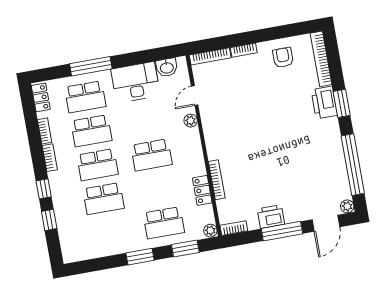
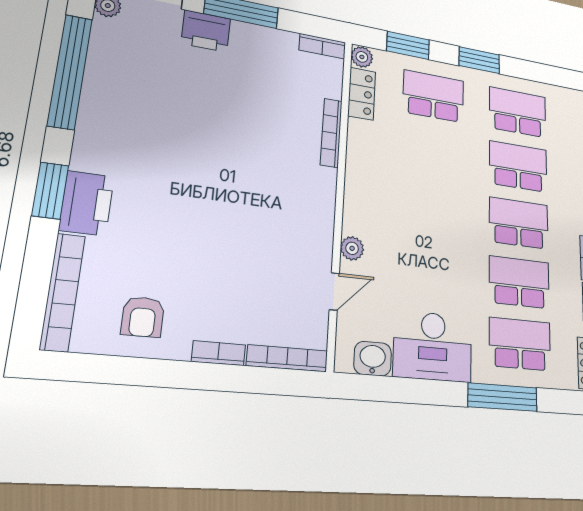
school desk: (152, 155) -> (518, 112), moved
locker: (202, 190) -> (362, 94), moved
printer: (271, 217) -> (206, 31), moved

